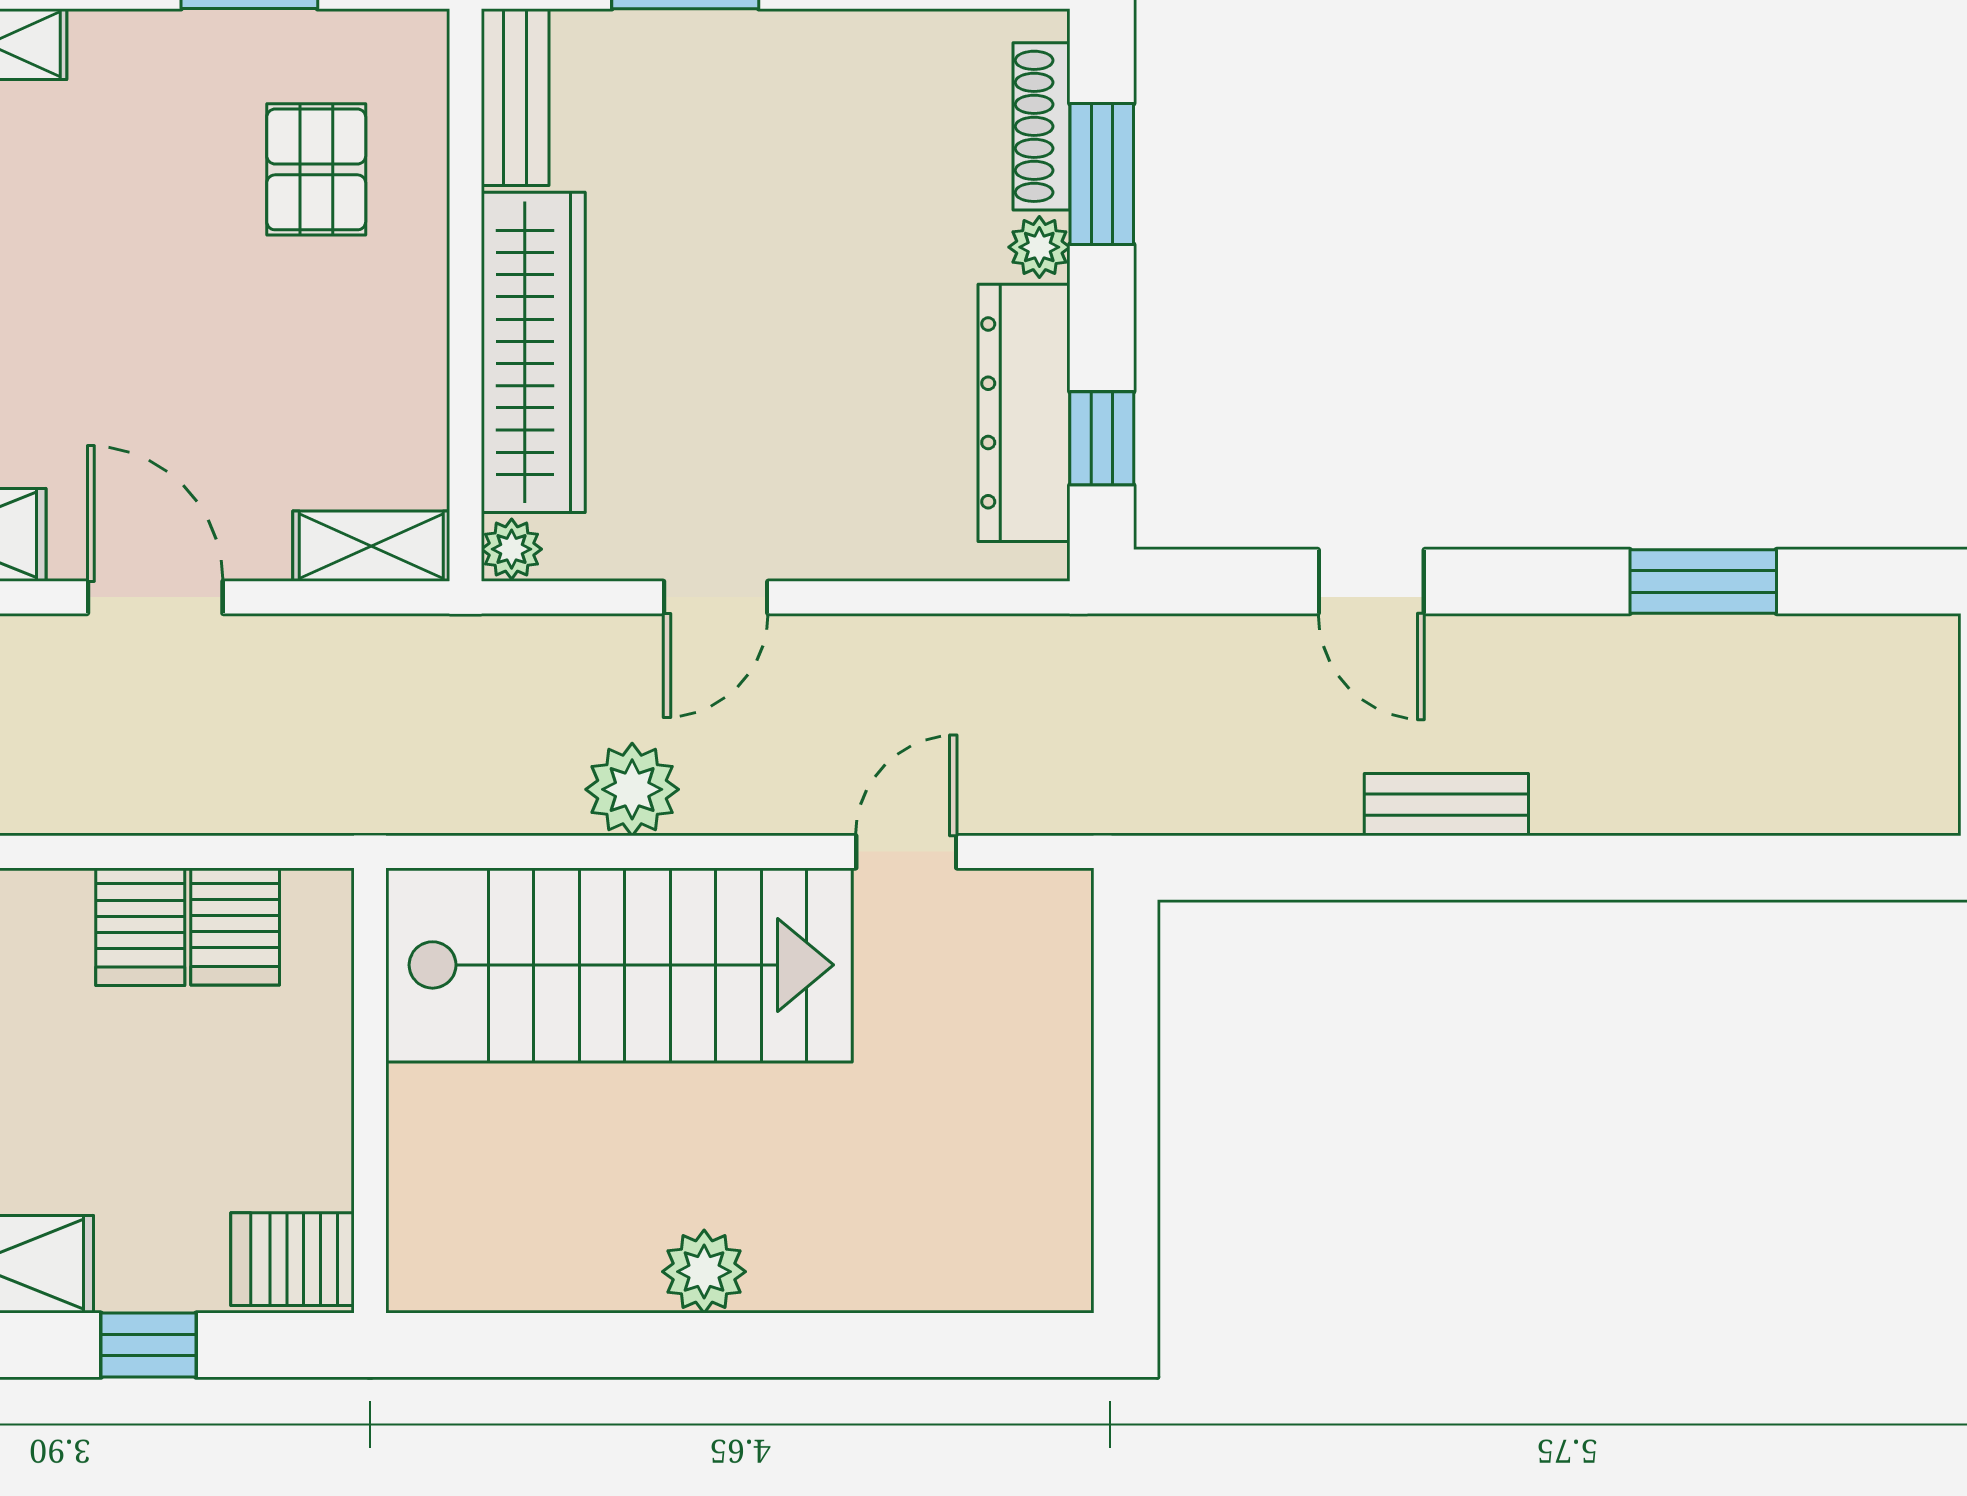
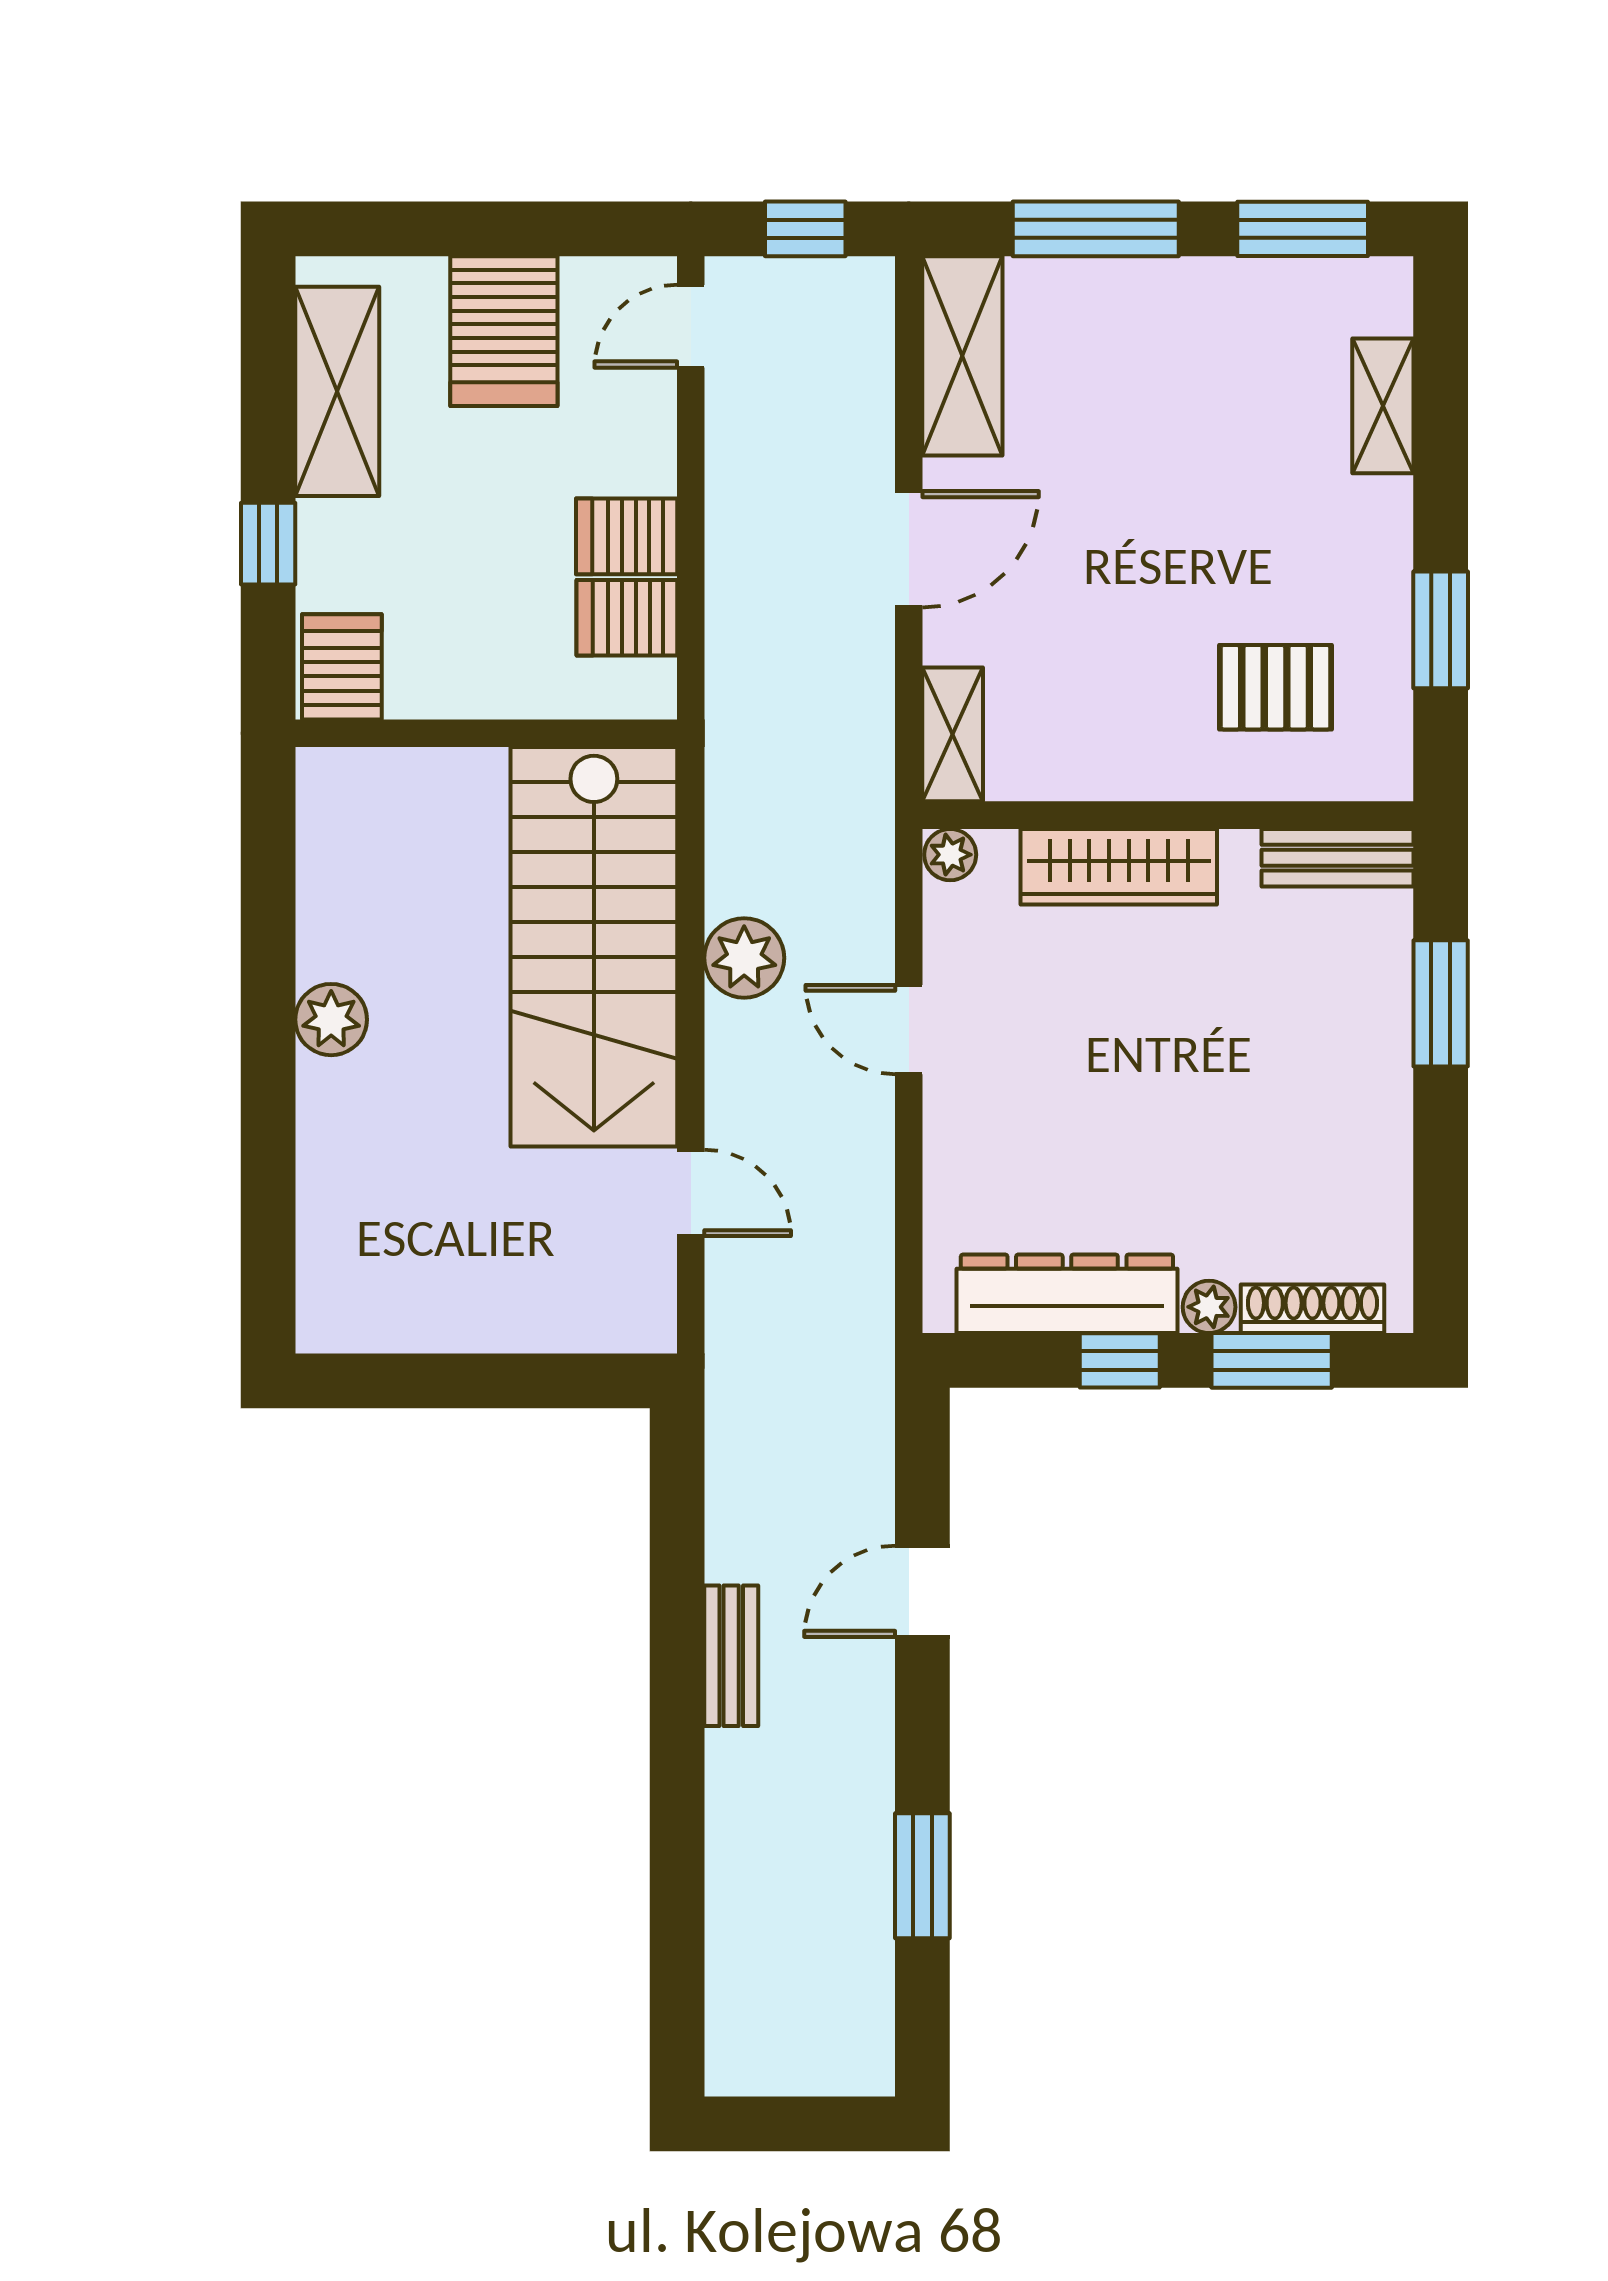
wardrobe: (533, 352) -> (1119, 867), width x0.71, depth x0.85
window: (1102, 438) -> (1120, 1360), moved

